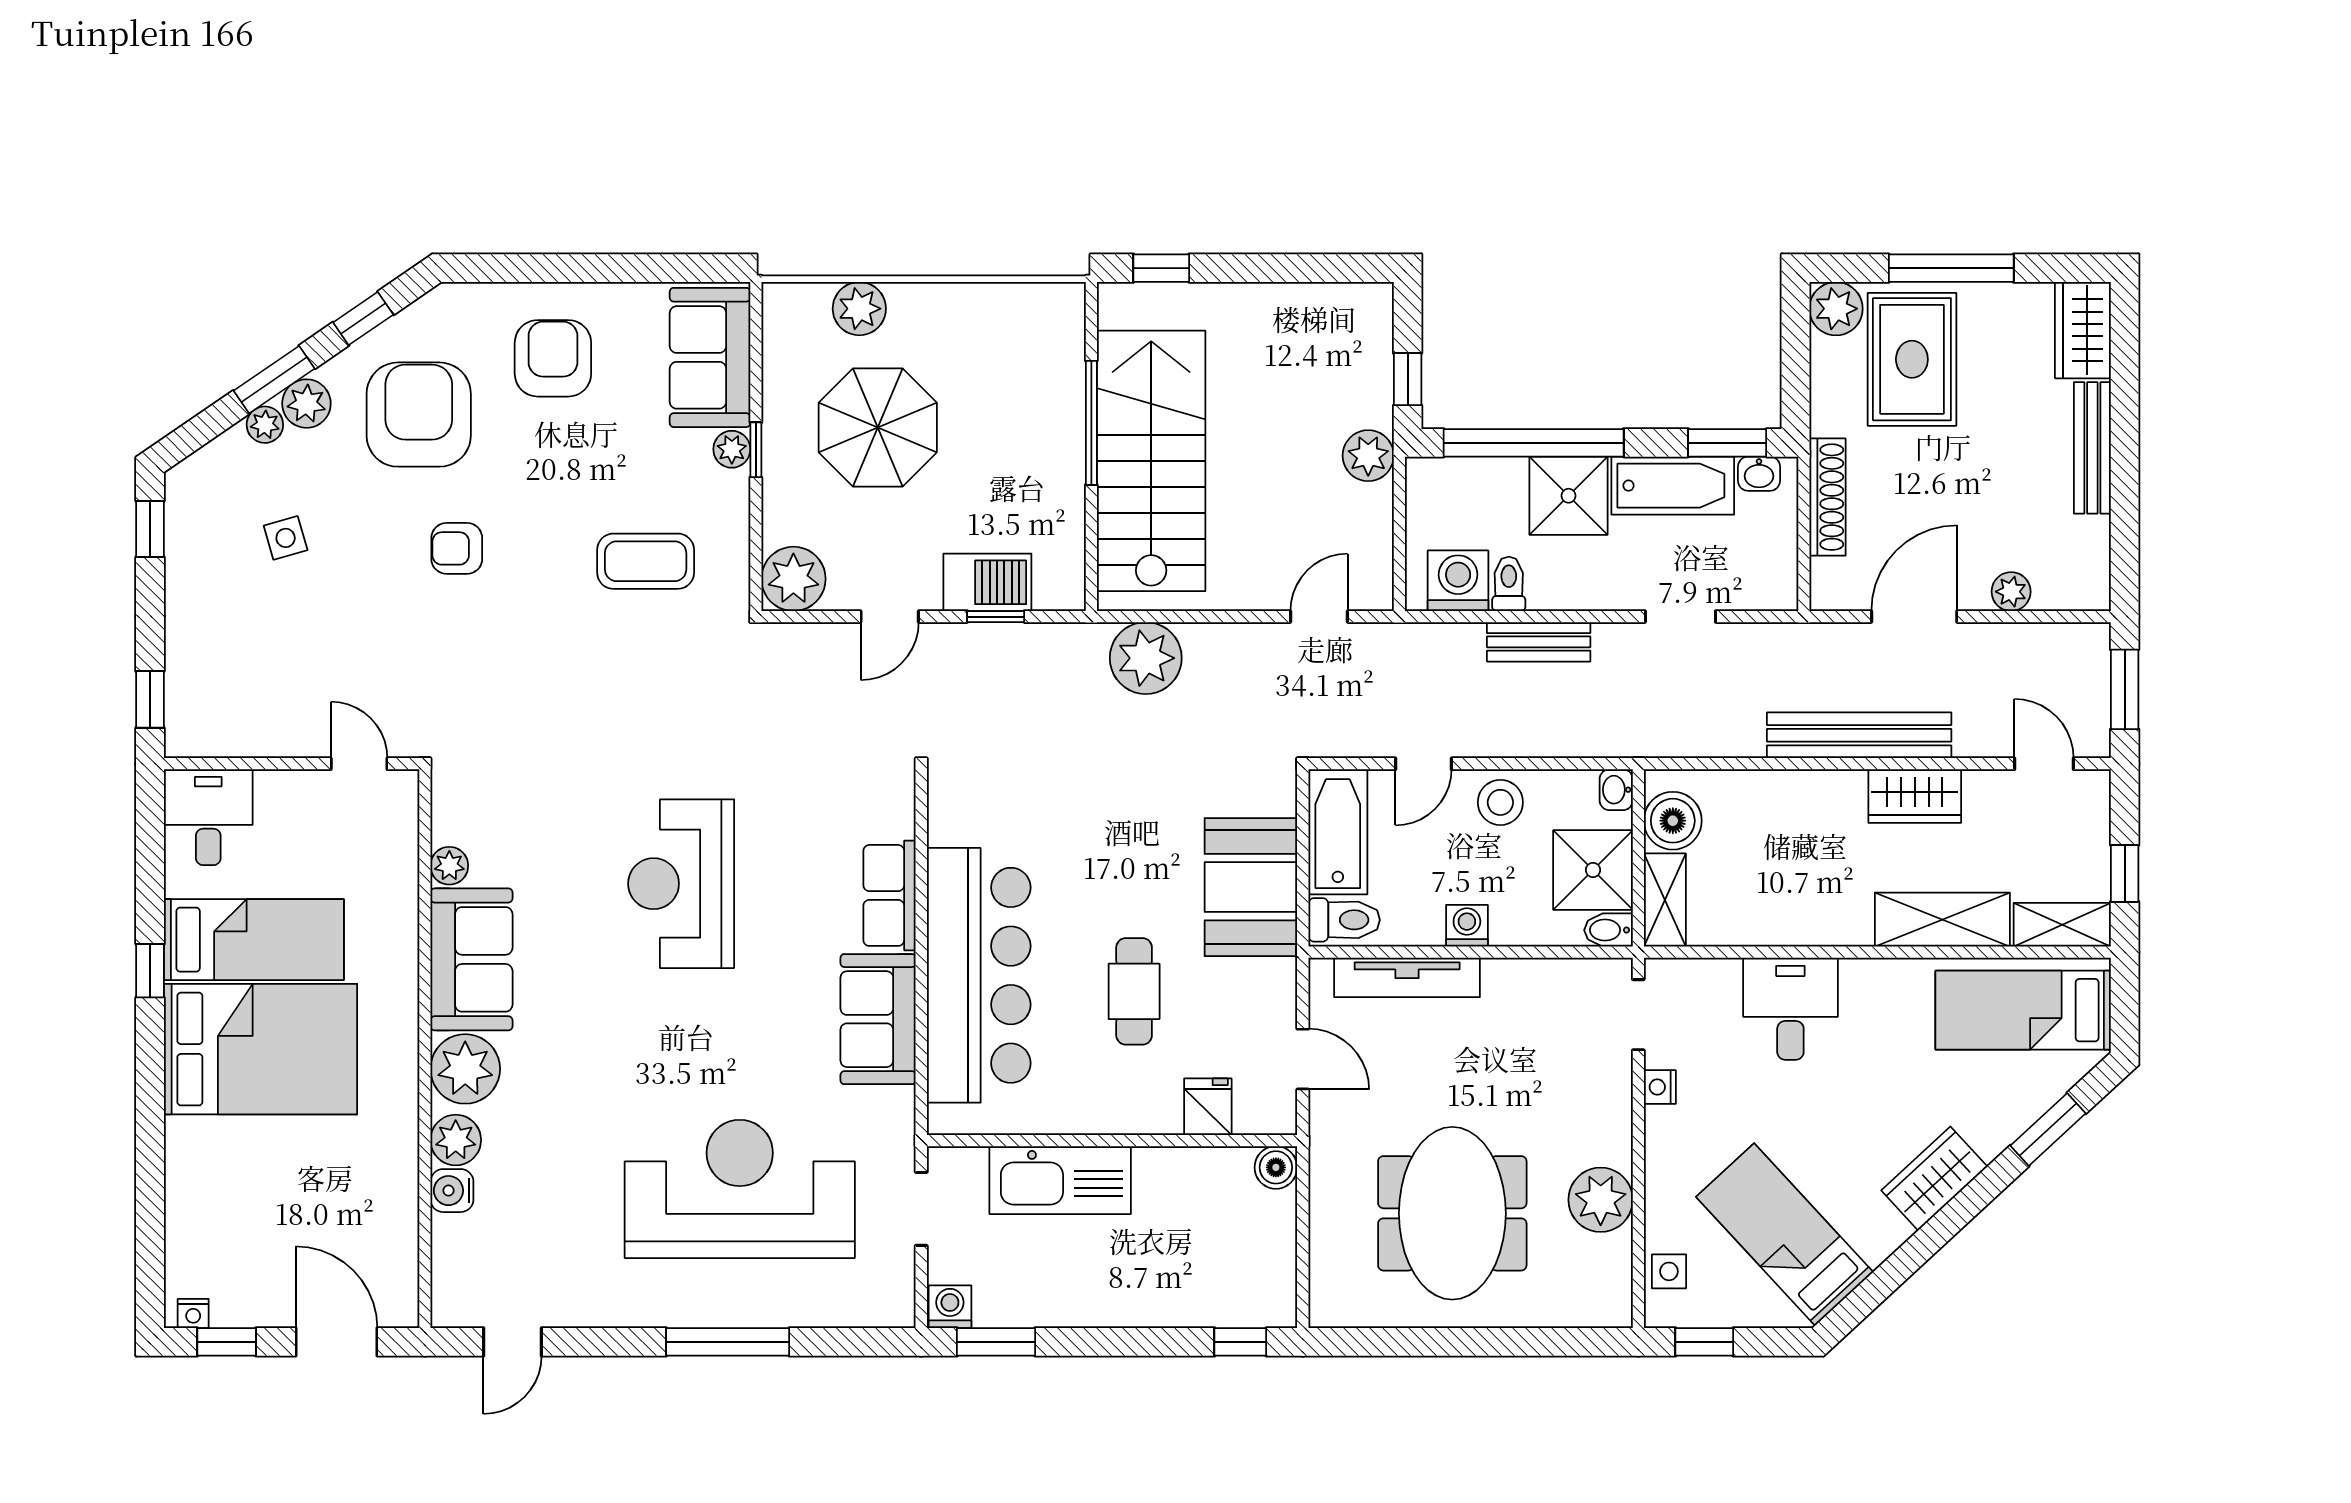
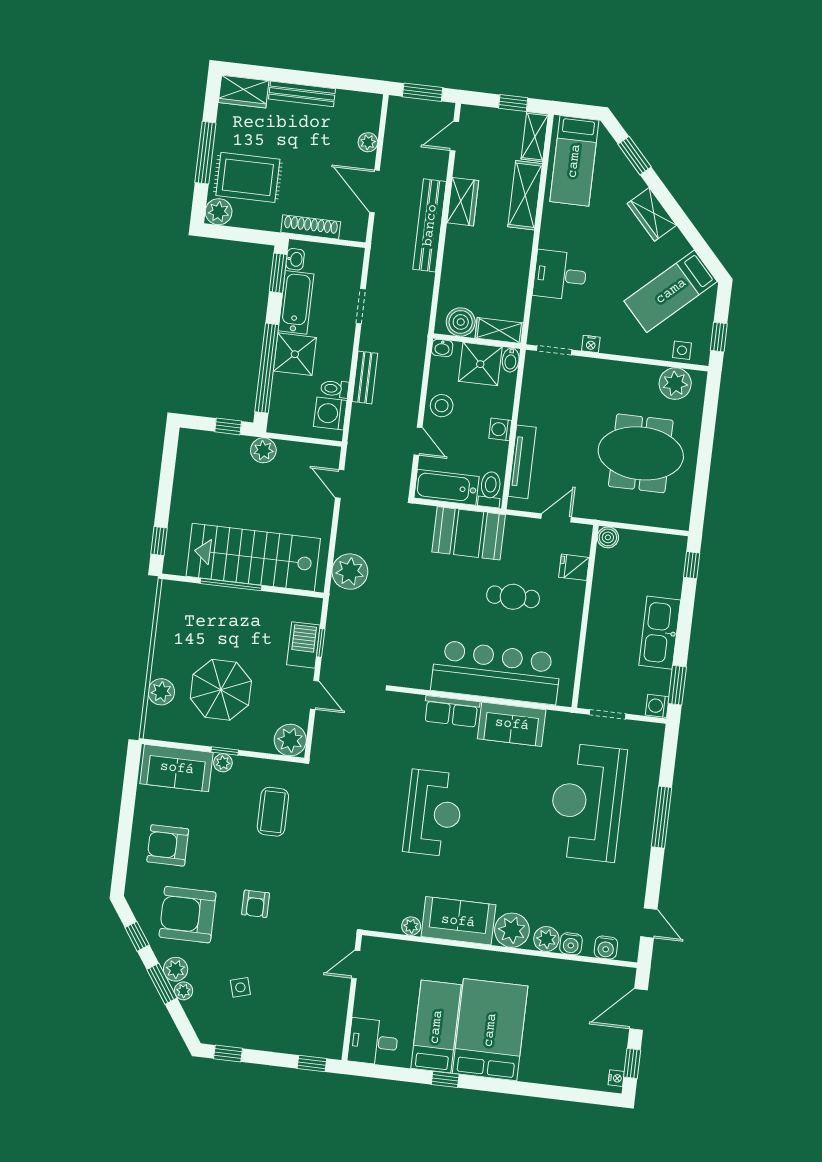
reception desk: (681, 884) -> (434, 813), turned -90
kitchen sink: (1060, 1180) -> (660, 633), moved, turned 180
plant: (1601, 1200) -> (675, 384), moved
water cooler: (453, 1261) -> (606, 948), added

